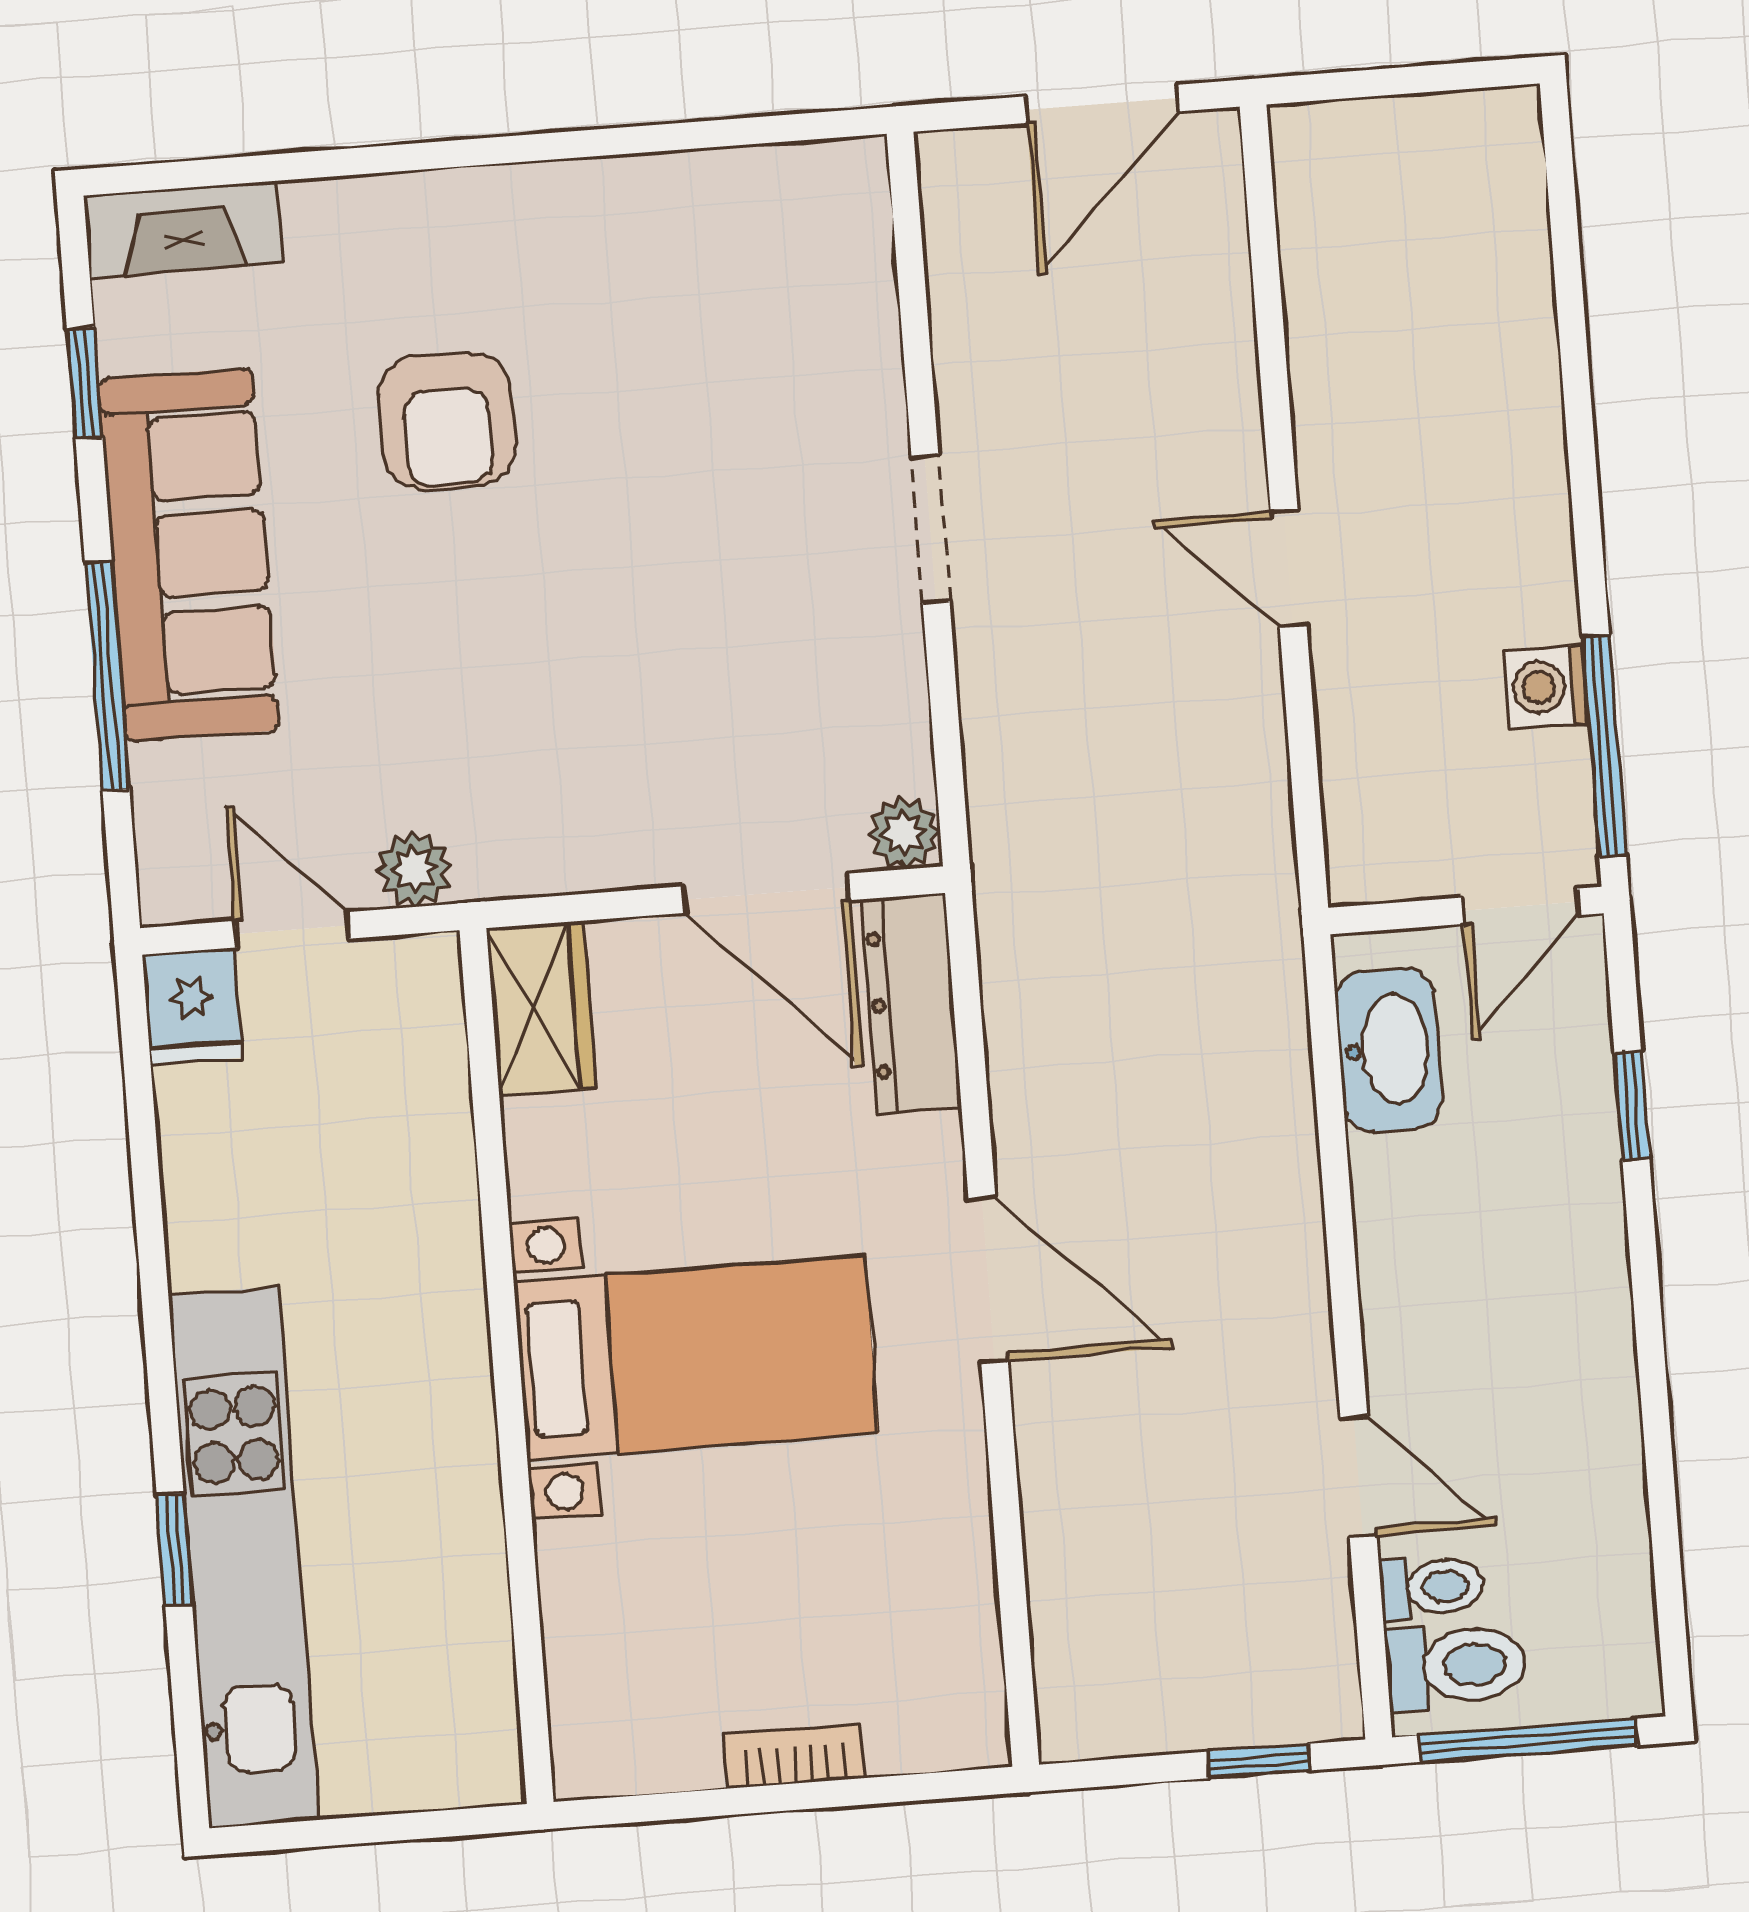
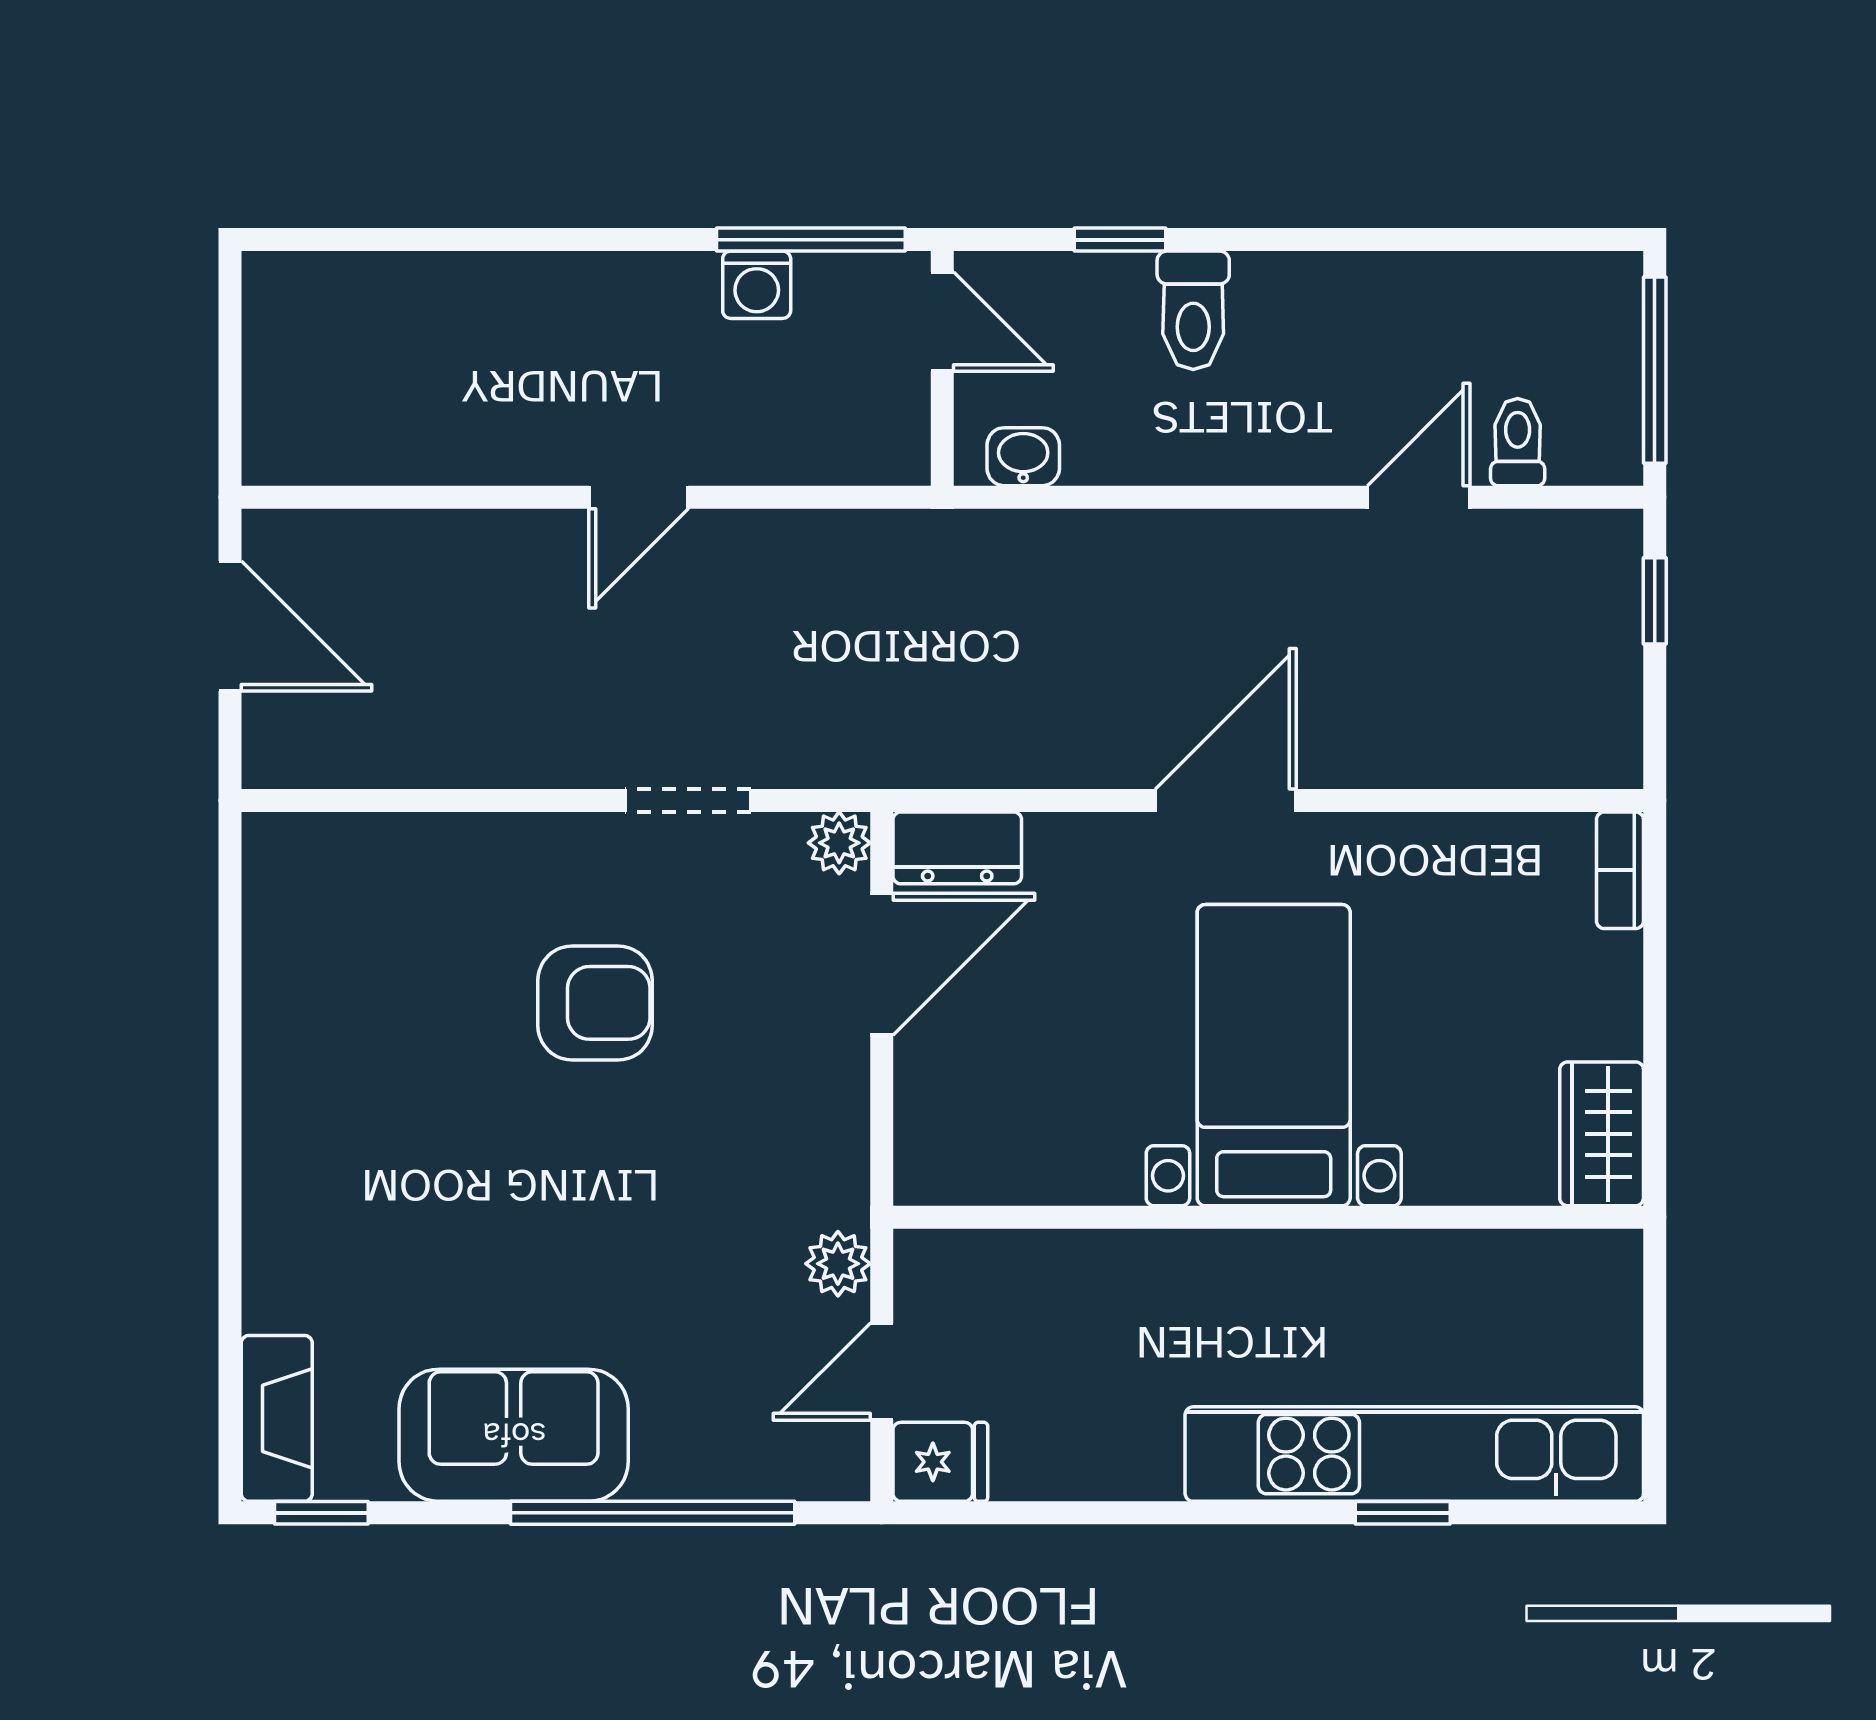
window: (85, 383) -> (321, 1513), moved
armchair: (447, 421) -> (595, 1003), moved
doorway: (930, 529) -> (688, 800), moved
sofa: (189, 555) -> (514, 1435), width x0.73
window: (107, 676) -> (653, 1513), width x1.46
dresser: (911, 1004) -> (957, 848), width x0.70
wardrobe: (541, 1008) -> (1602, 1134), moved, turned -90
washbasin: (1388, 1050) -> (1023, 457), width x0.52, depth x0.69
toilet: (1456, 1666) -> (1193, 310), moved, turned 180
bookcase: (794, 1756) -> (1620, 870), moved

